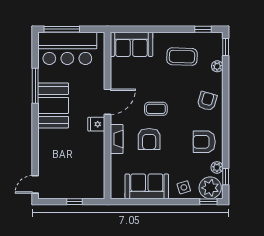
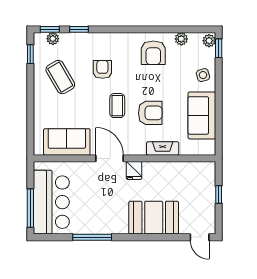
sofa: (131, 44) -> (67, 142), moved, turned -90
coffee table: (182, 57) -> (60, 77), turned -32
plant: (217, 66) -> (53, 39), moved
armchair: (207, 101) -> (102, 69), moved, turned 74
booth: (53, 105) -> (154, 218), moved
fireplace: (117, 139) -> (163, 148), moved
window: (226, 177) -> (79, 29), moved
plant: (210, 188) -> (209, 41), width x0.53, depth x0.53

